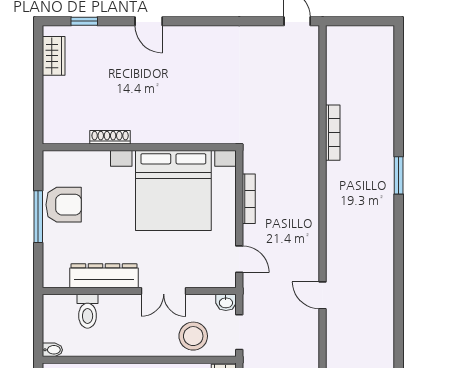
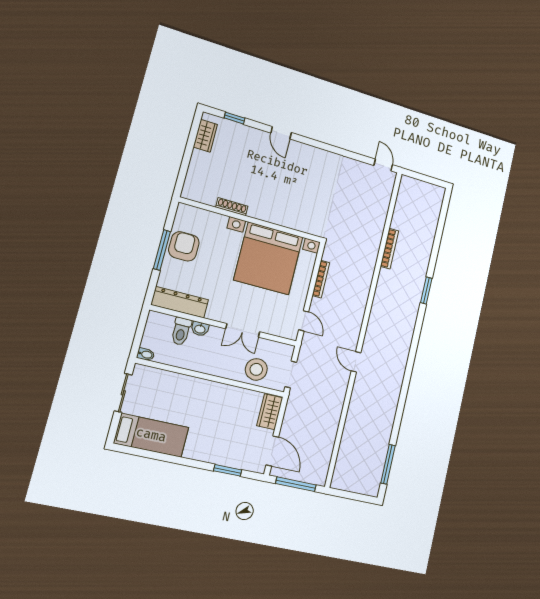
armchair: (64, 205) -> (184, 246), turned -90
dresser: (104, 276) -> (180, 302), moved
washbasin: (226, 302) -> (200, 329), moved

